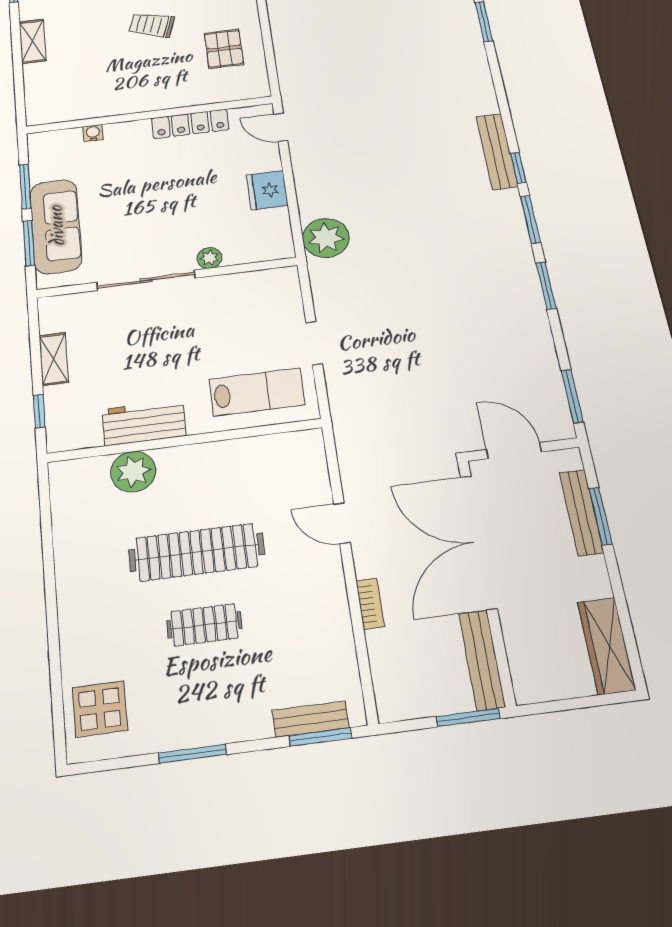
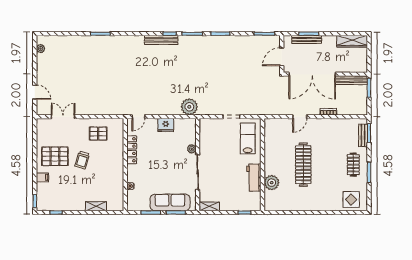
shelving: (33, 41) -> (96, 206), moved
shelving: (54, 359) -> (209, 206), moved
clothes rail: (204, 625) -> (353, 165), moved

